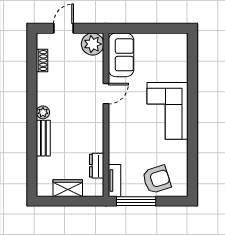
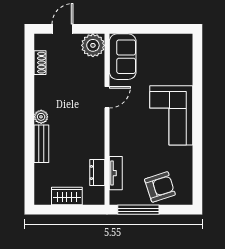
tv unit: (114, 180) -> (116, 173), moved

